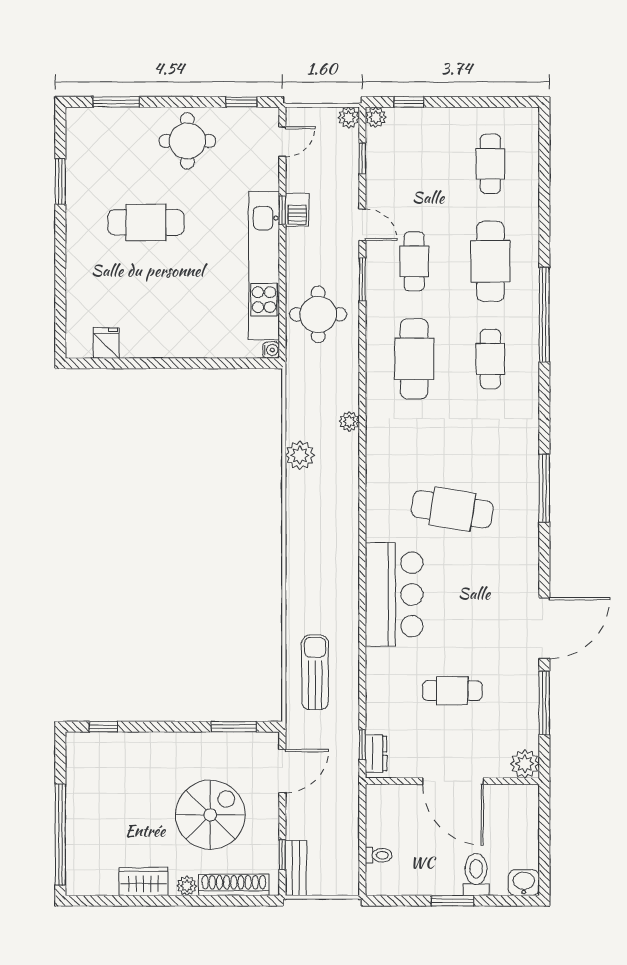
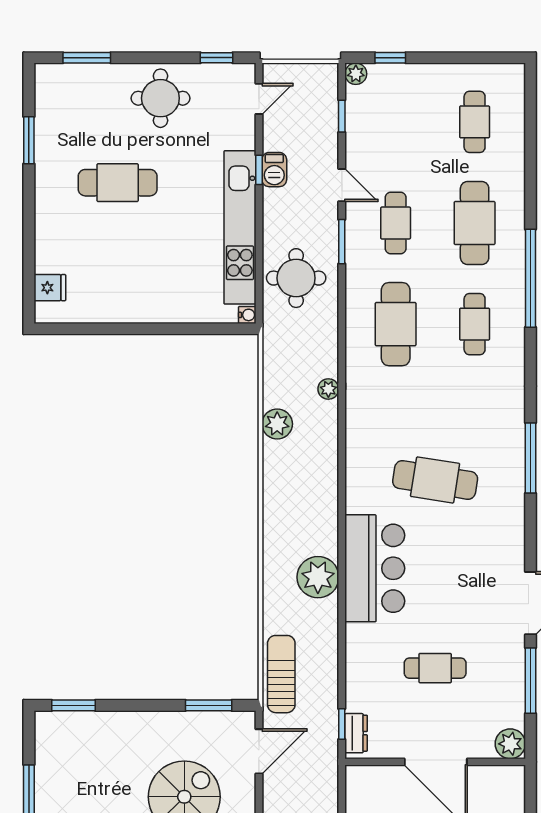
plant: (349, 118) -> (318, 577), moved, width x1.87, depth x1.87
fridge: (106, 343) -> (50, 288), moved, turned 90
sun lounger: (315, 672) -> (281, 674), moved
window: (103, 727) -> (73, 705), width x1.50

